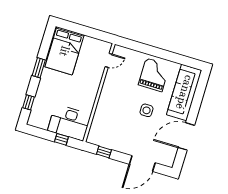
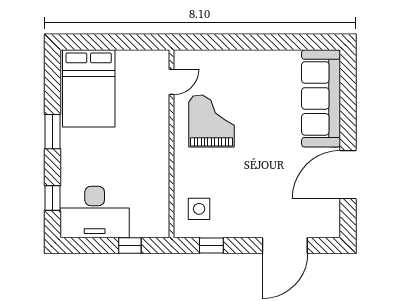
grand piano: (154, 75) -> (211, 121), moved
side table: (146, 110) -> (199, 209), moved
desk: (69, 123) -> (95, 212), moved

